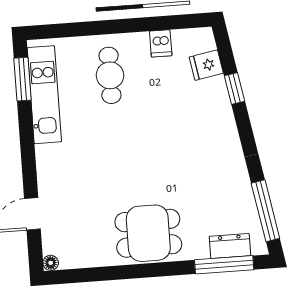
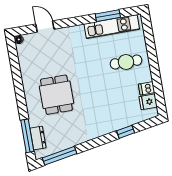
fridge: (206, 65) -> (148, 102), moved, turned -80
window: (22, 79) -> (108, 16), moved
dining table: (148, 233) -> (56, 95), moved

